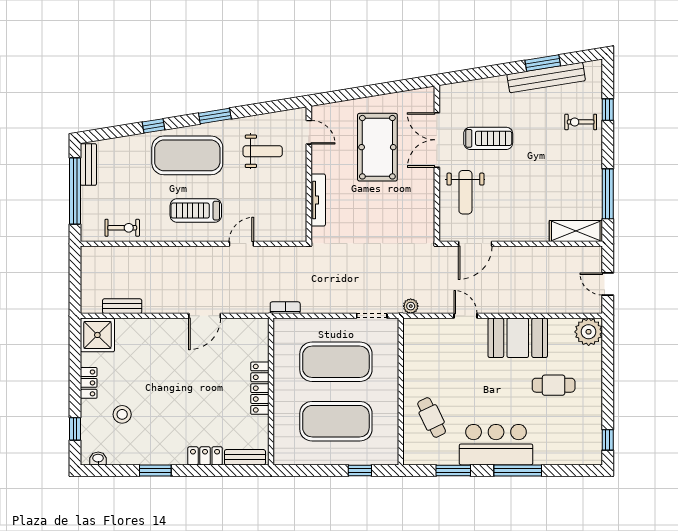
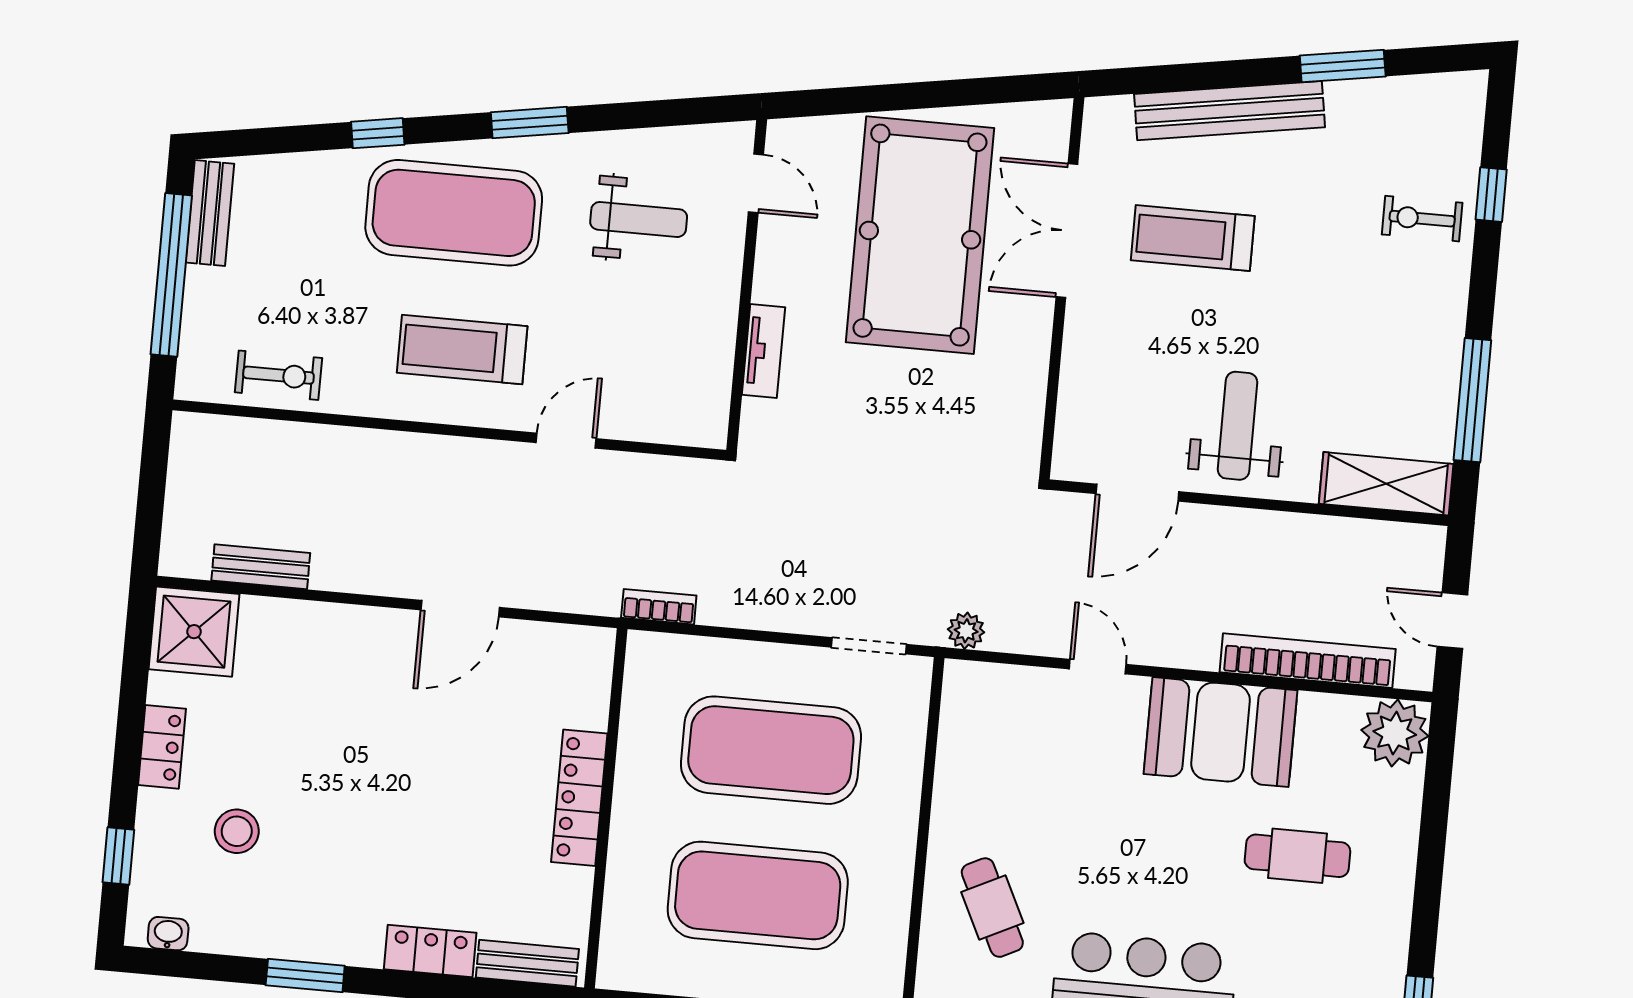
bench: (546, 78) -> (1230, 111), moved
treadmill: (488, 138) -> (1193, 238), turned 180
pool table: (377, 147) -> (920, 235), width x1.36, depth x1.32
weight bench: (465, 192) -> (1237, 426), moved, turned 180
tv unit: (318, 200) -> (764, 351), width x0.71
bookcase: (550, 306) -> (1308, 661), added

